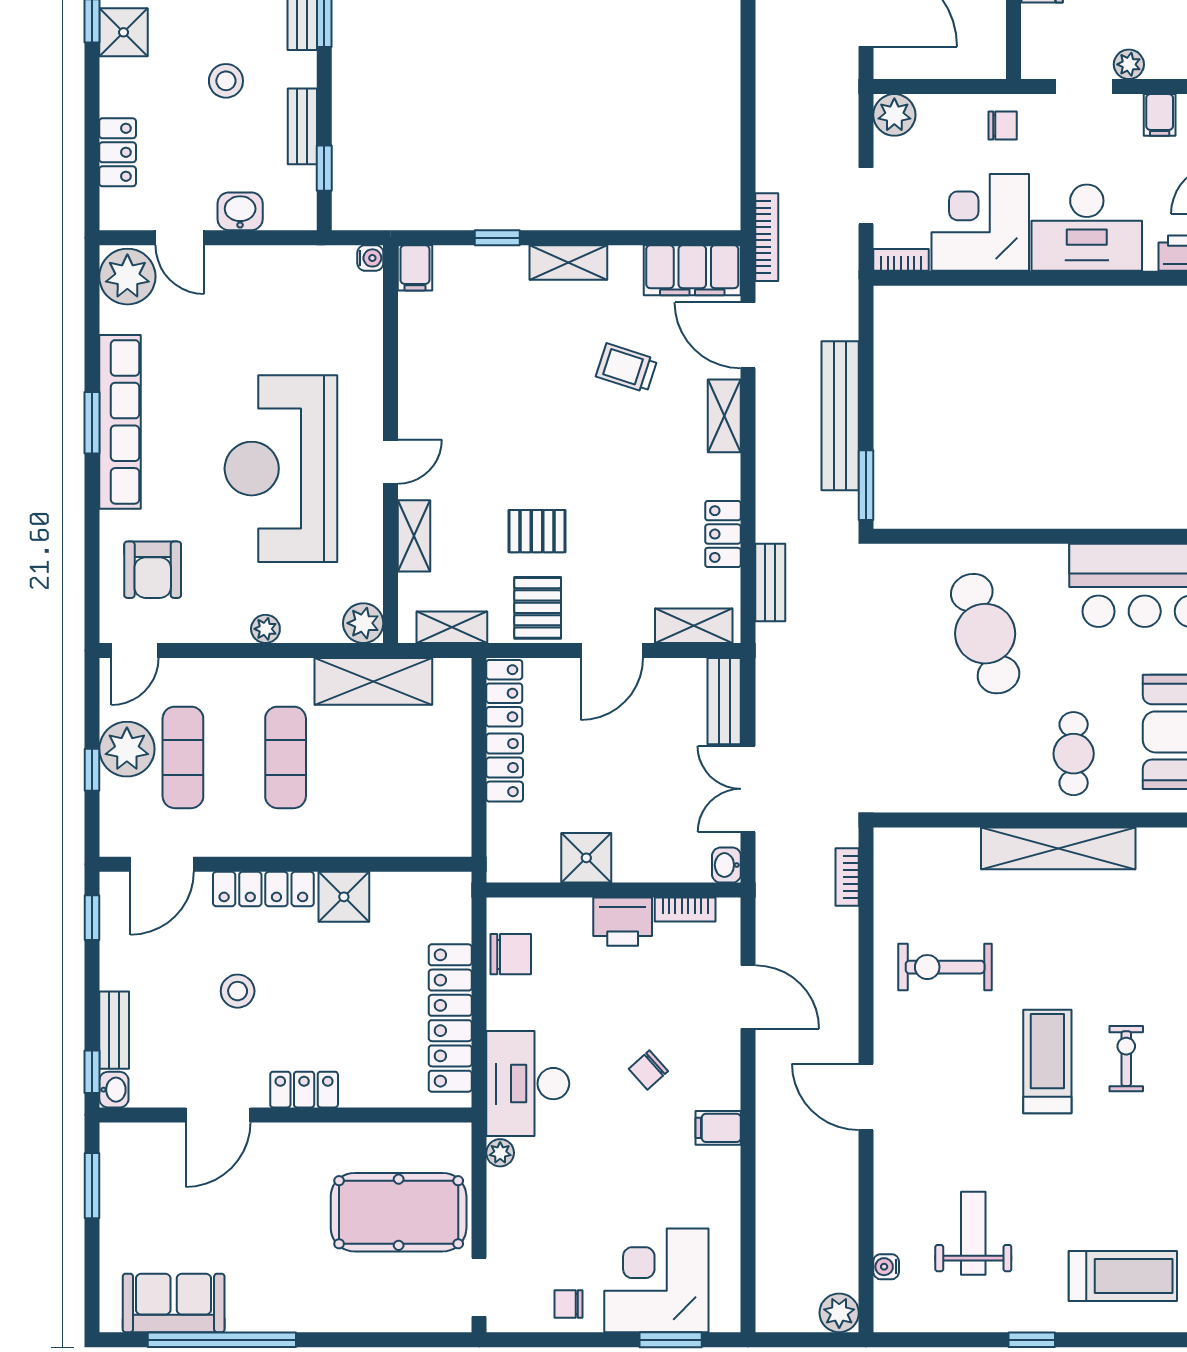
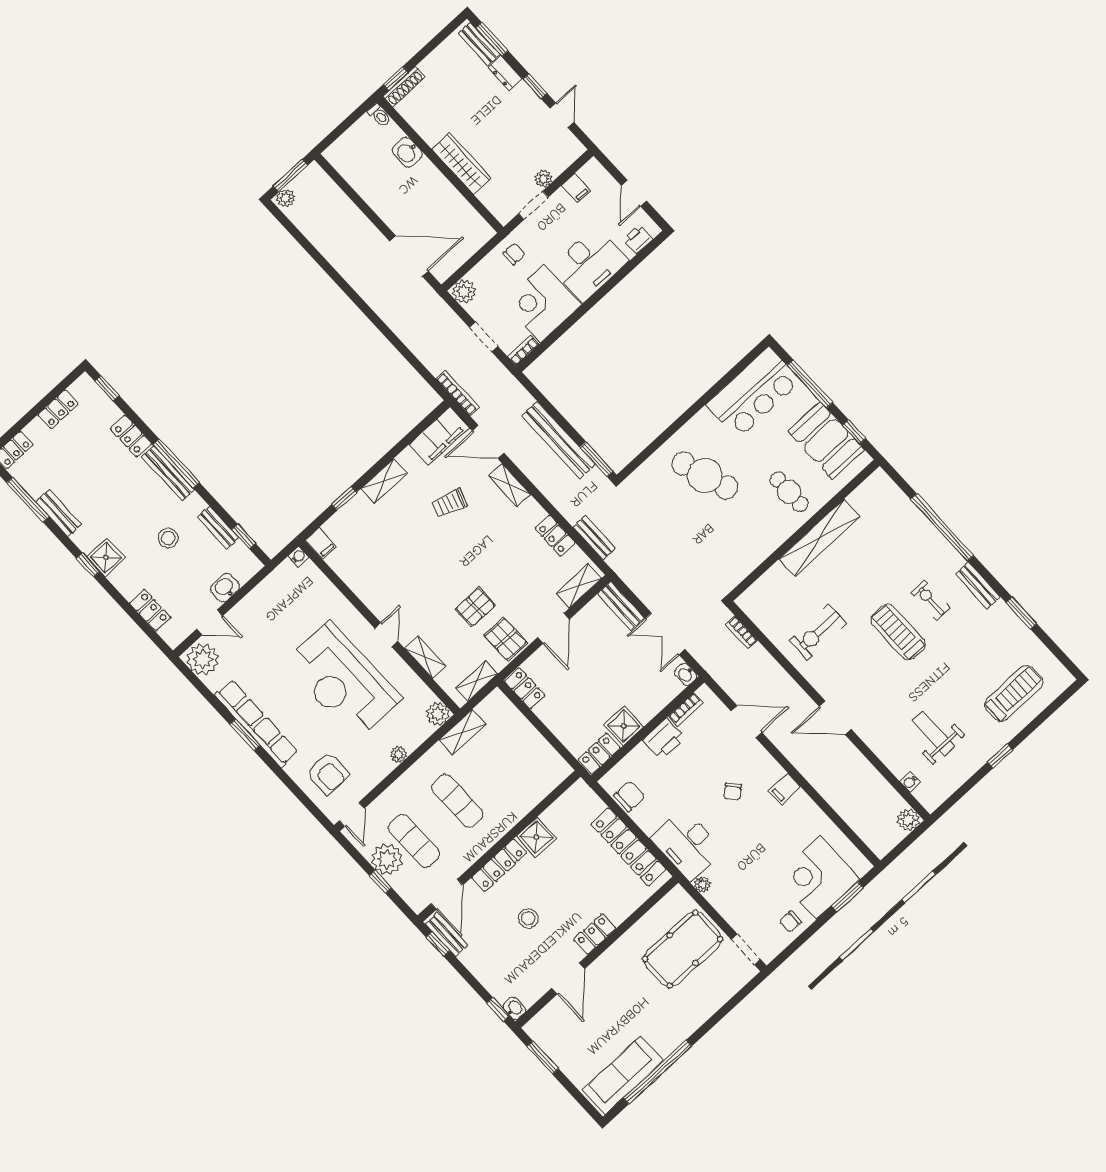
shelving: (373, 681) -> (462, 732), width x0.67, depth x0.75
locker: (505, 768) -> (599, 754), moved, turned -90
bench: (114, 1030) -> (446, 934), moved
sofa: (174, 1303) -> (623, 1075), width x1.36

